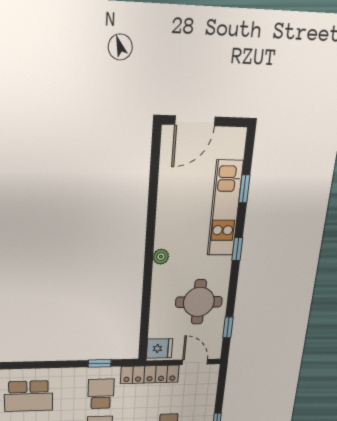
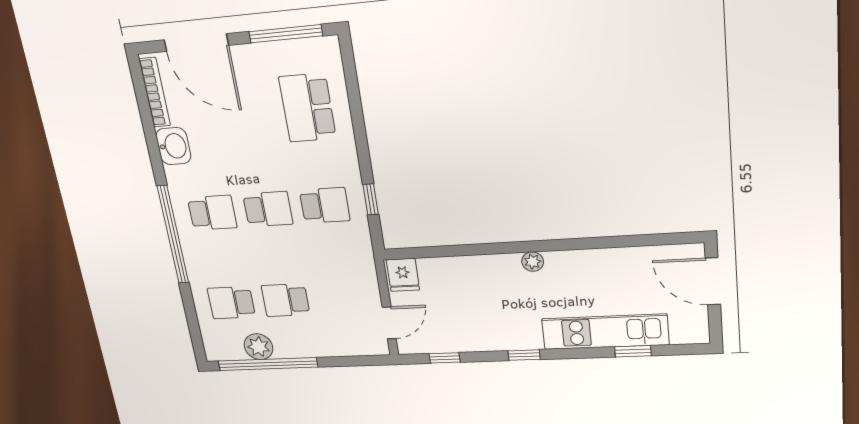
window: (237, 249) -> (524, 355), moved
round table: (199, 302) -> (476, 317), removed
locker: (150, 374) -> (363, 267), removed

